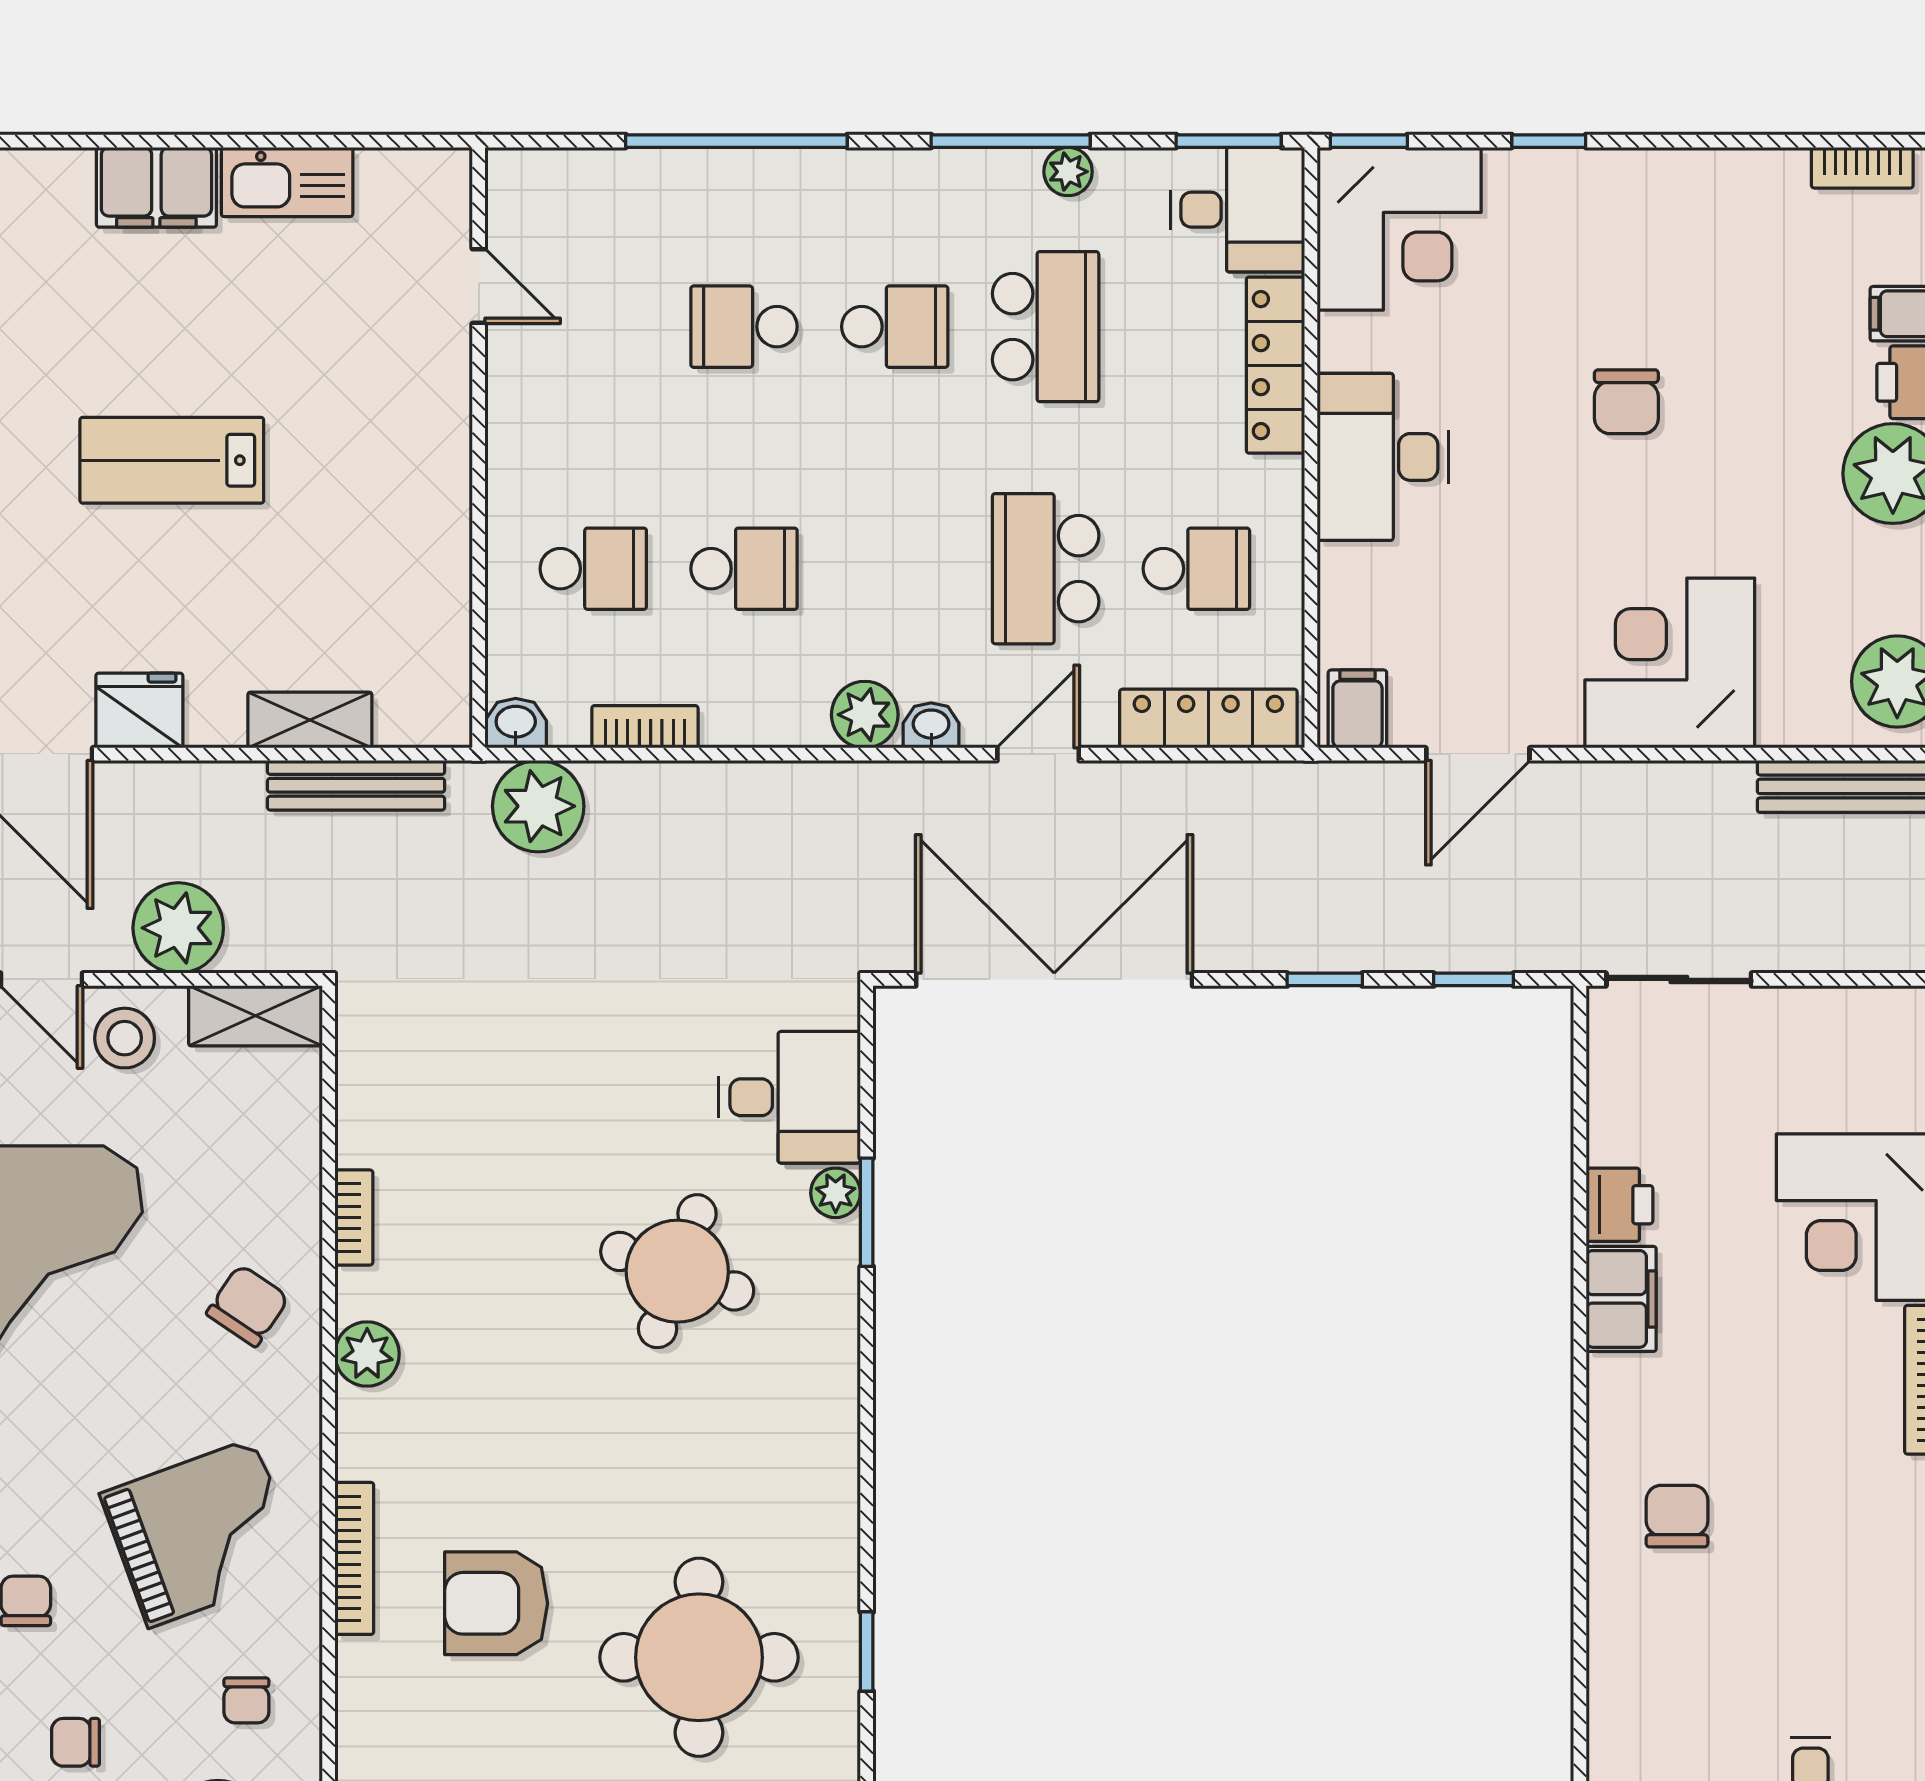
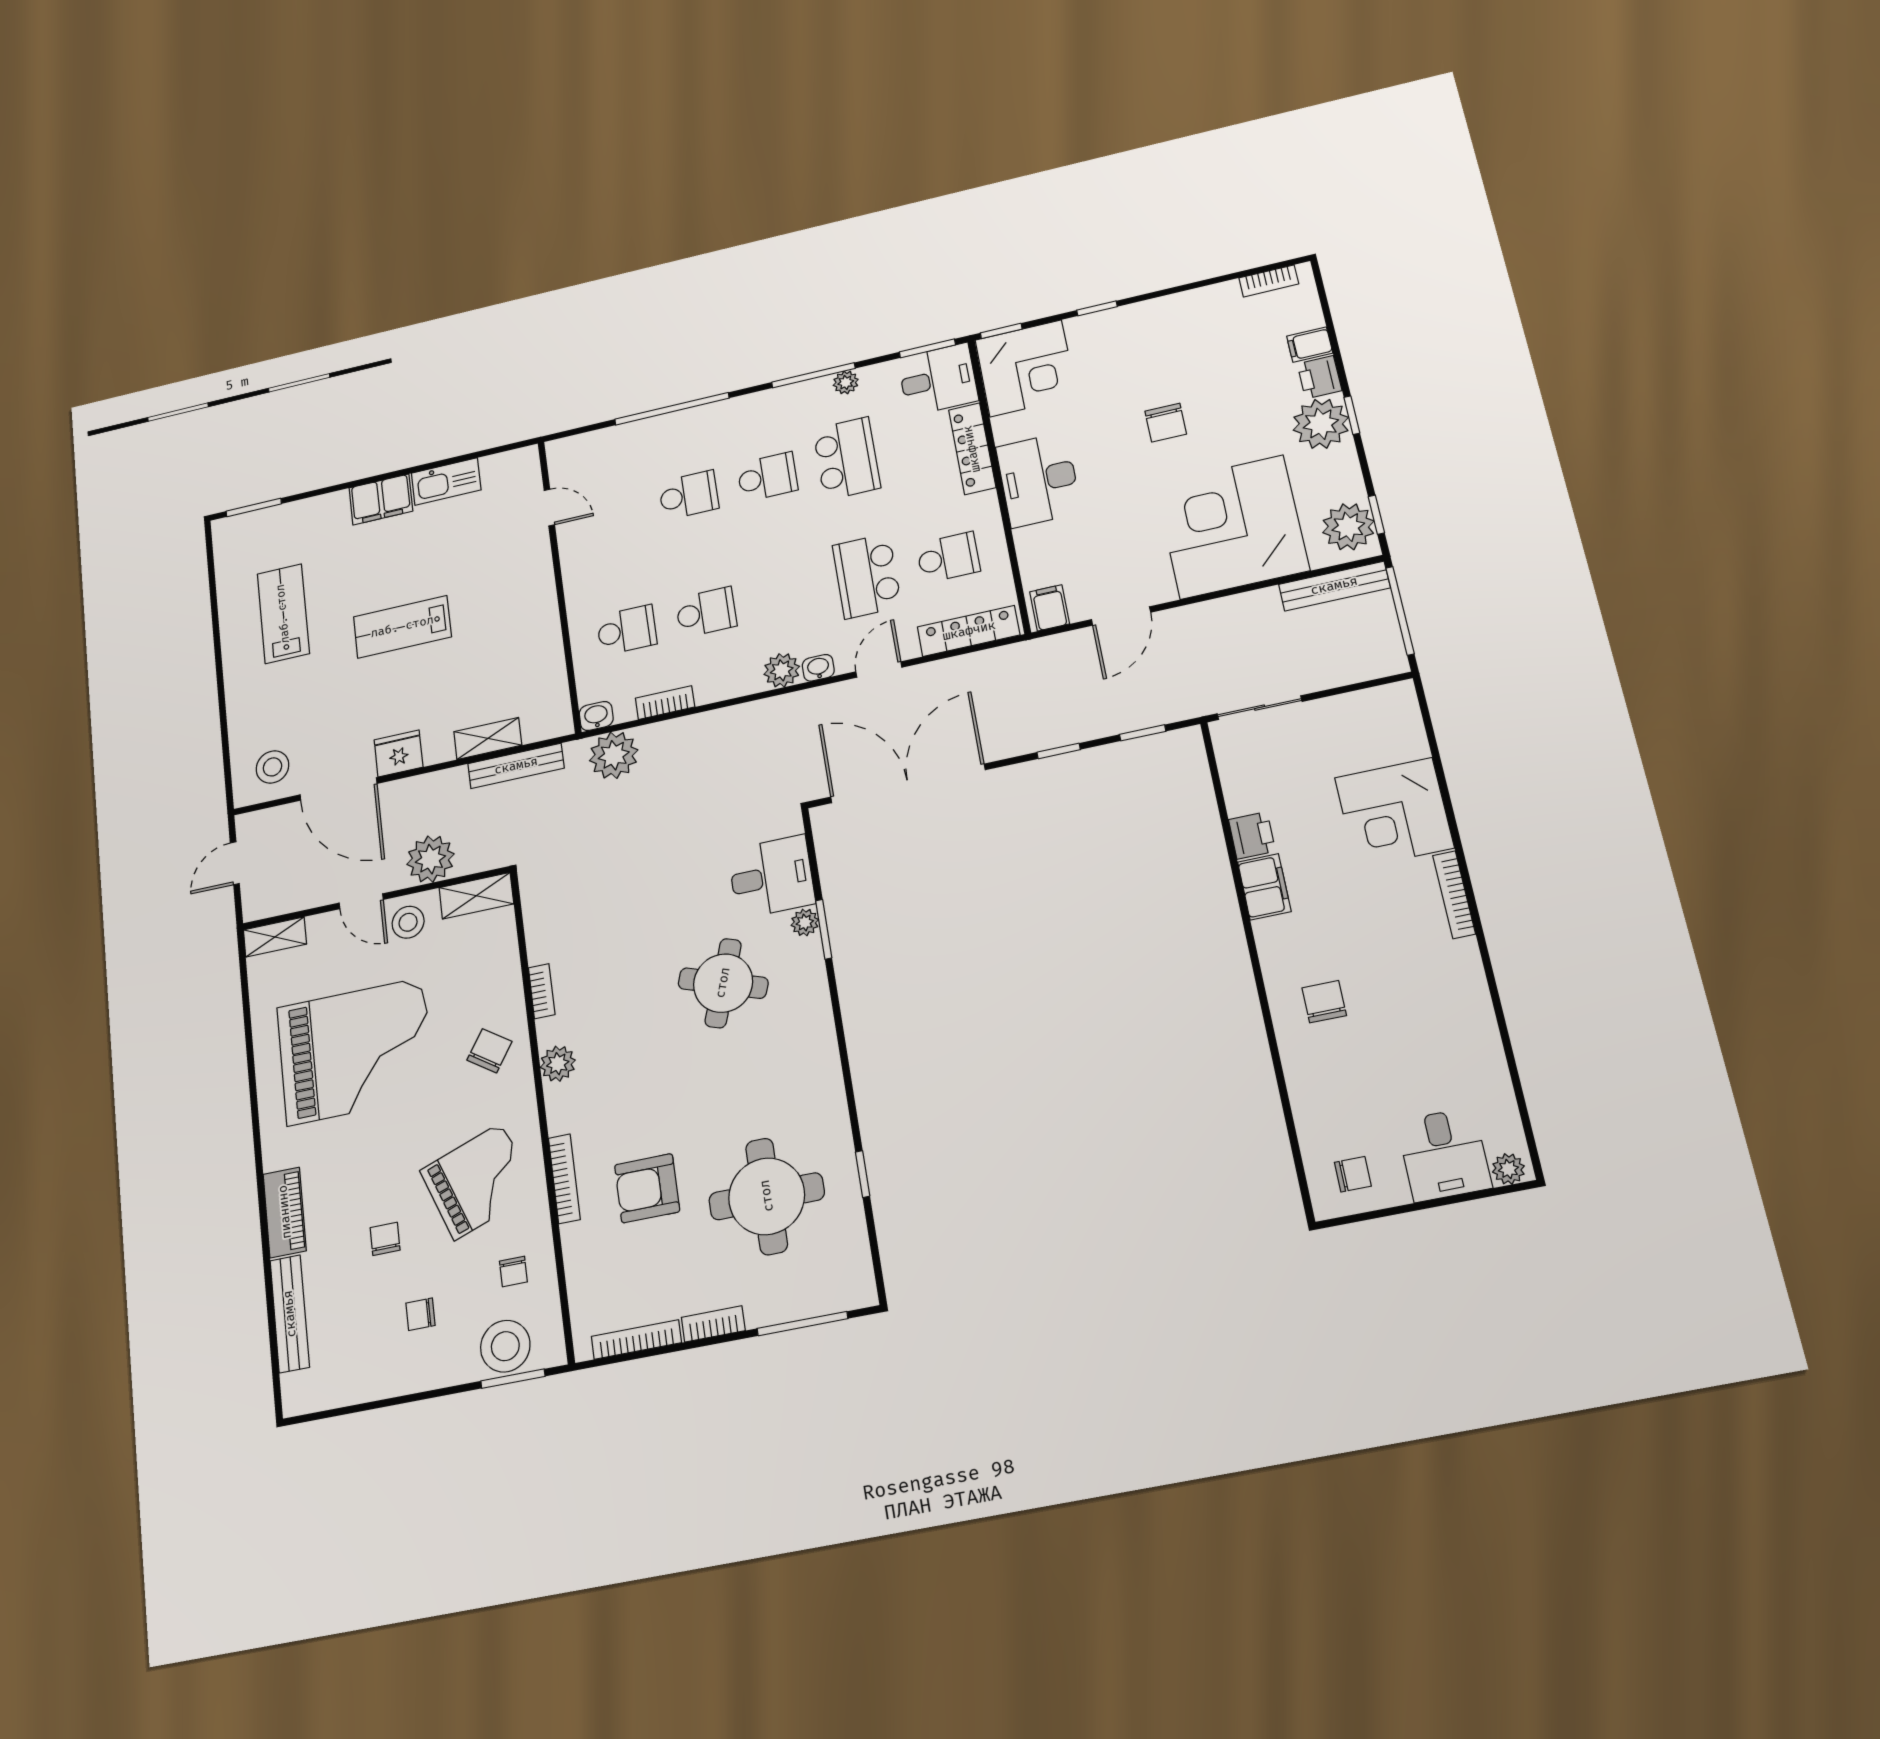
school desk: (744, 327) -> (689, 495), turned 180
corner desk: (1670, 663) -> (1232, 527), width x1.36, depth x1.36

